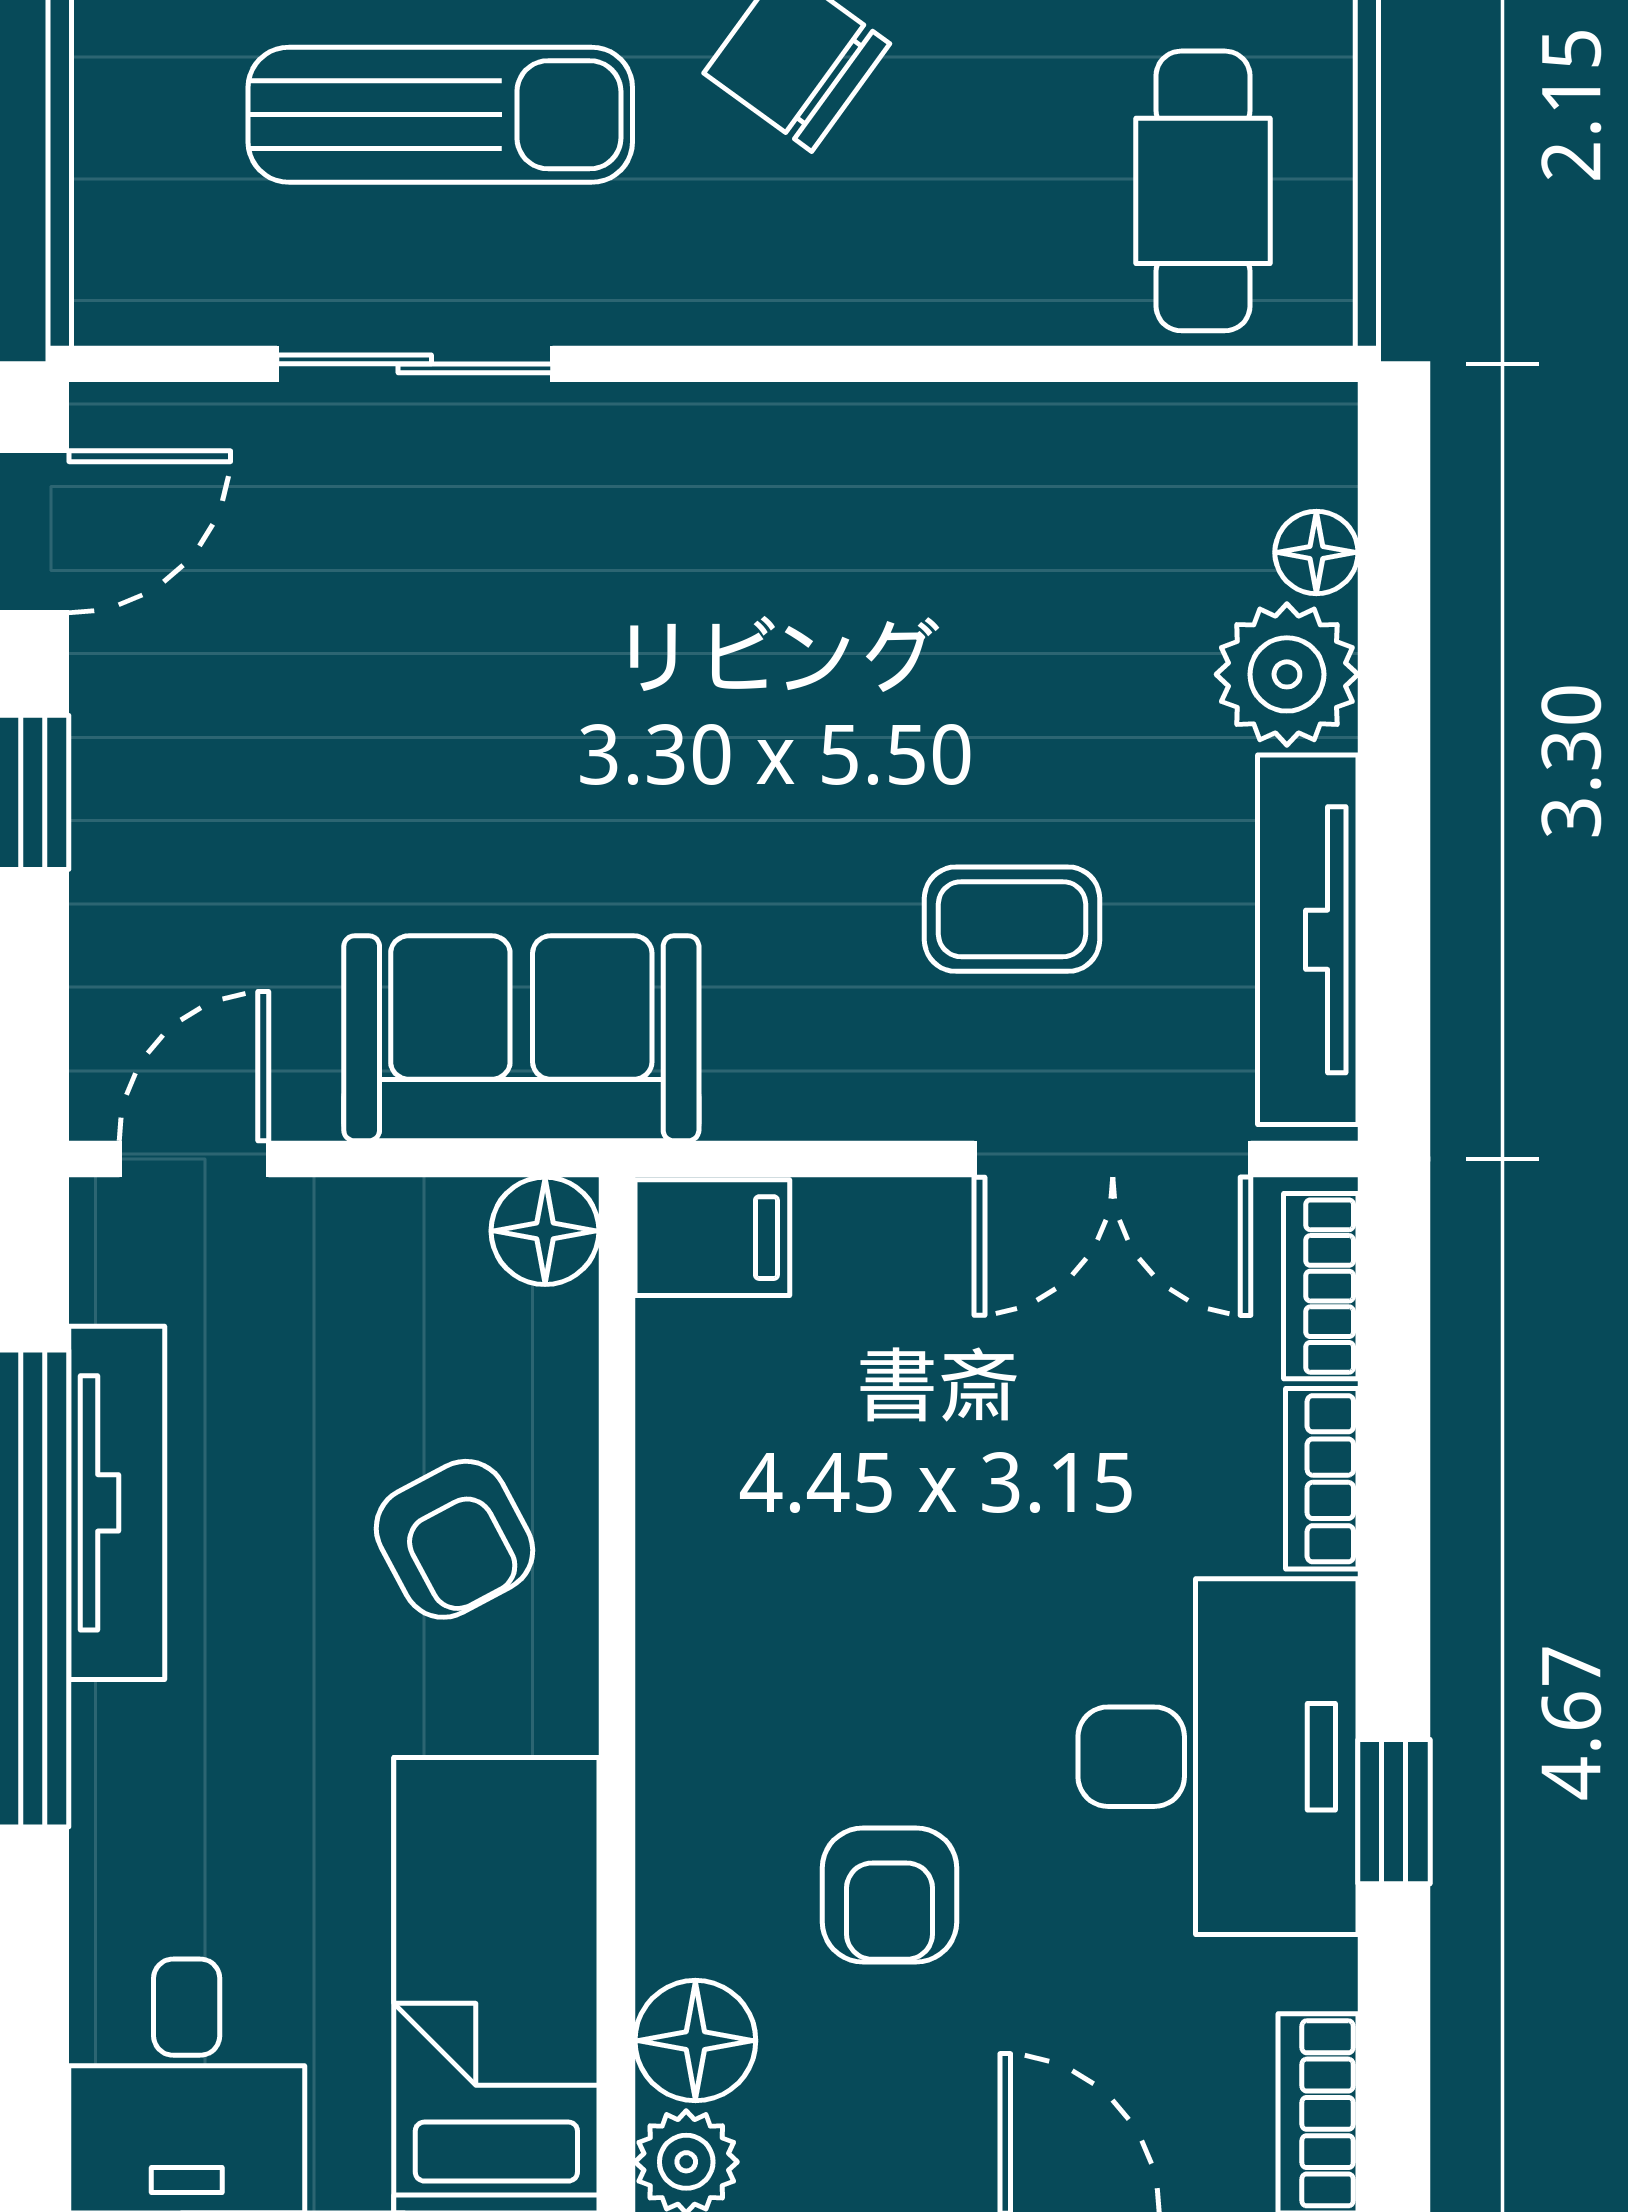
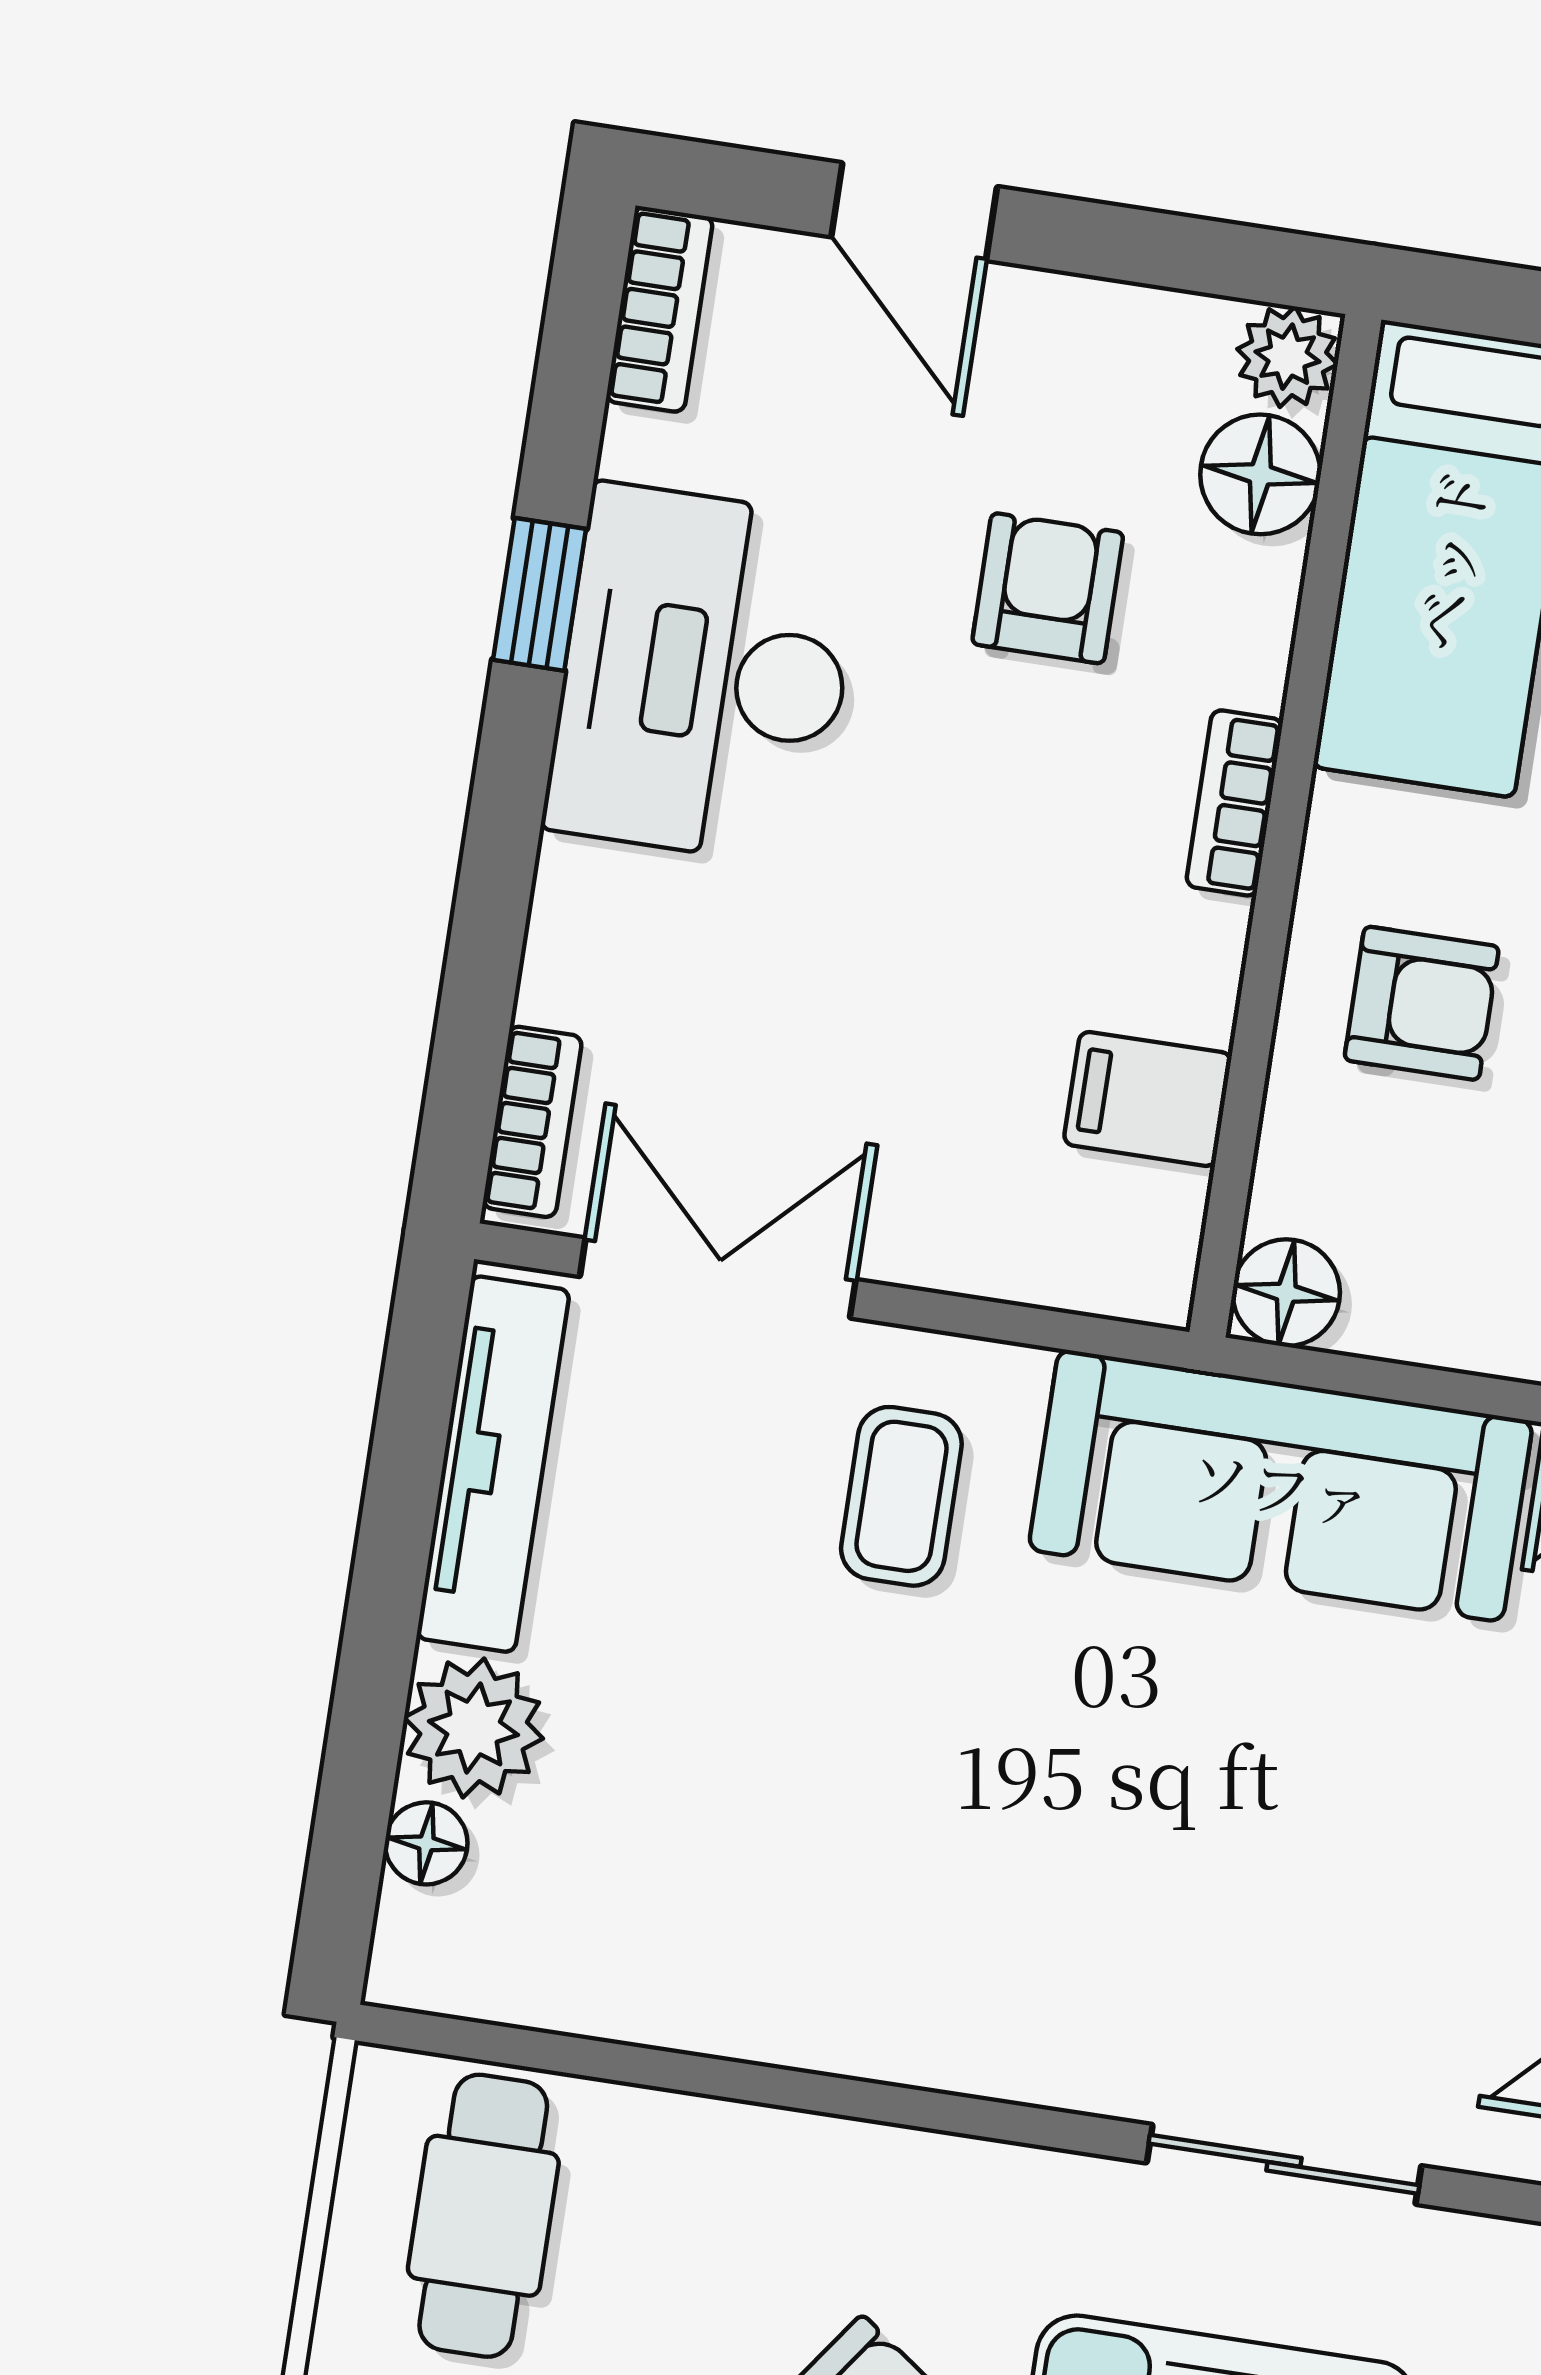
coffee table: (1012, 919) -> (901, 1496), moved, turned 90
sofa: (521, 1038) -> (1281, 1486), width x1.36
filing cabinet: (712, 1238) -> (1148, 1099), moved
bookcase: (1322, 1479) -> (1234, 803), moved, turned 180
armchair: (454, 1539) -> (1422, 1003), turned 118

